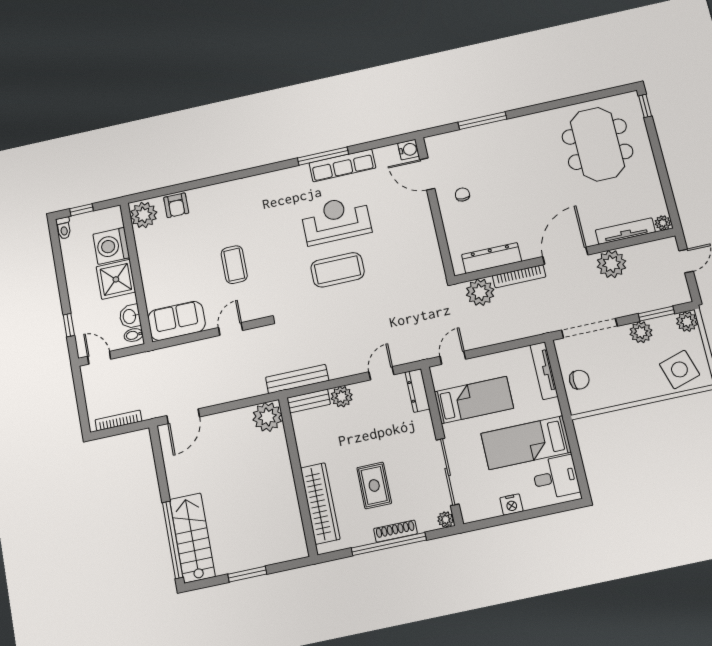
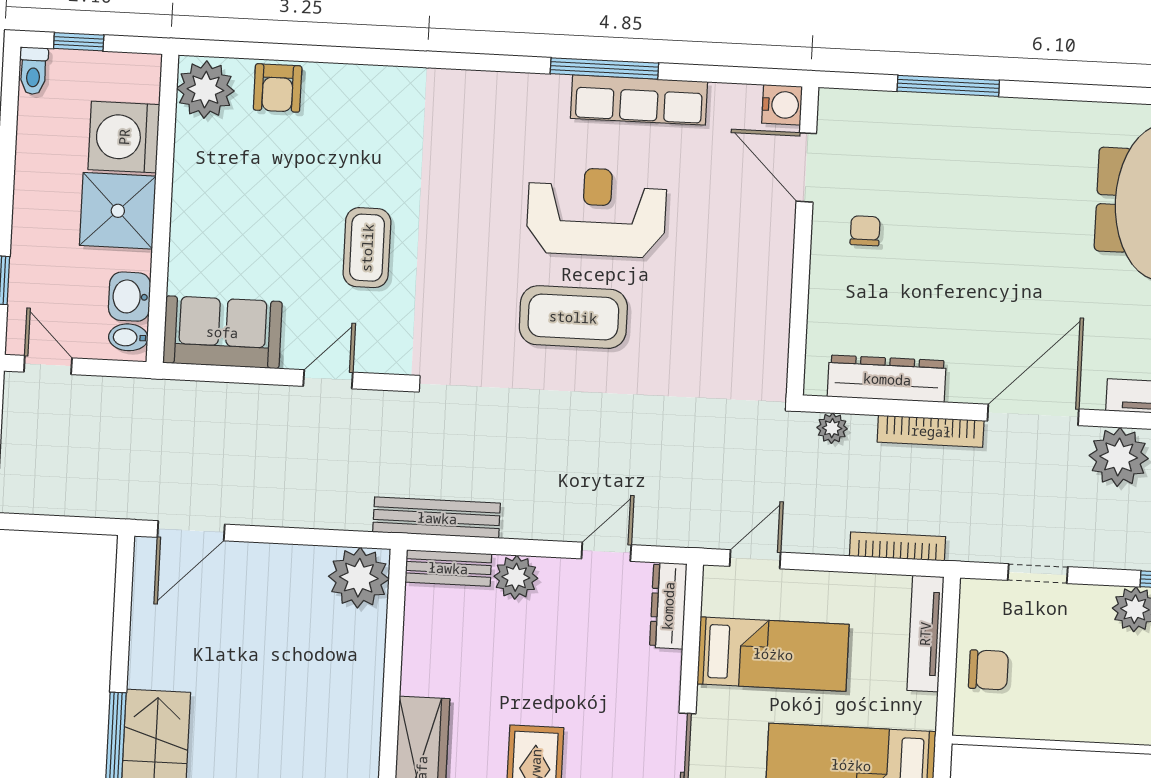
plant: (480, 292) -> (832, 428), width x0.53, depth x0.53
doorway: (589, 328) -> (1038, 574), width x0.53
bookcase: (118, 420) -> (898, 546), moved

